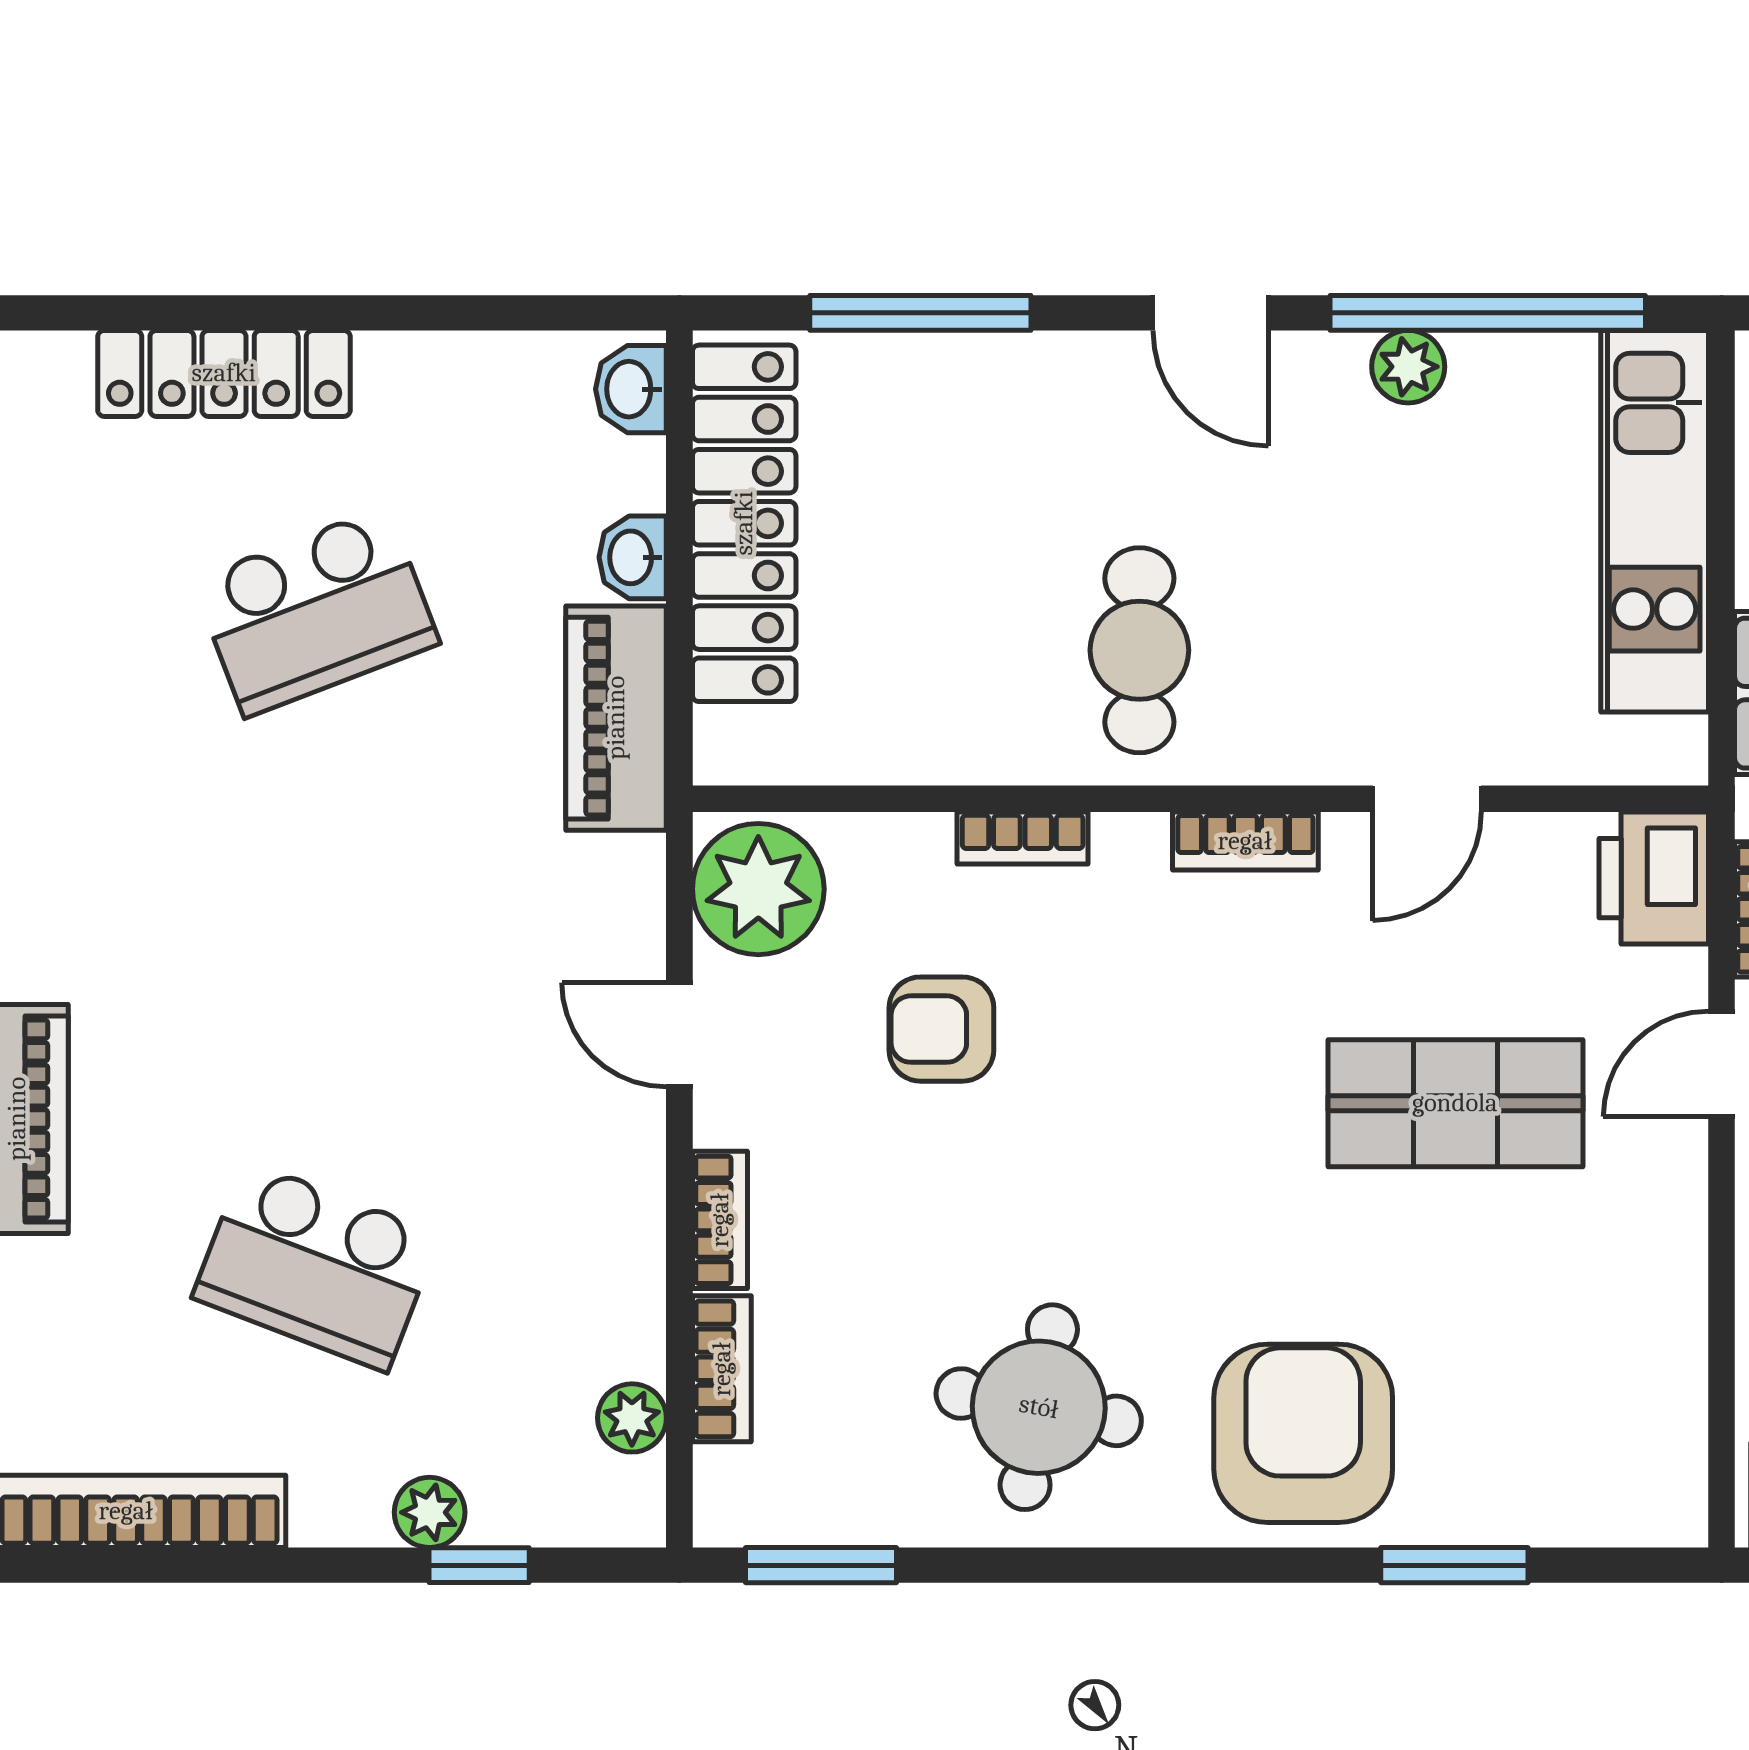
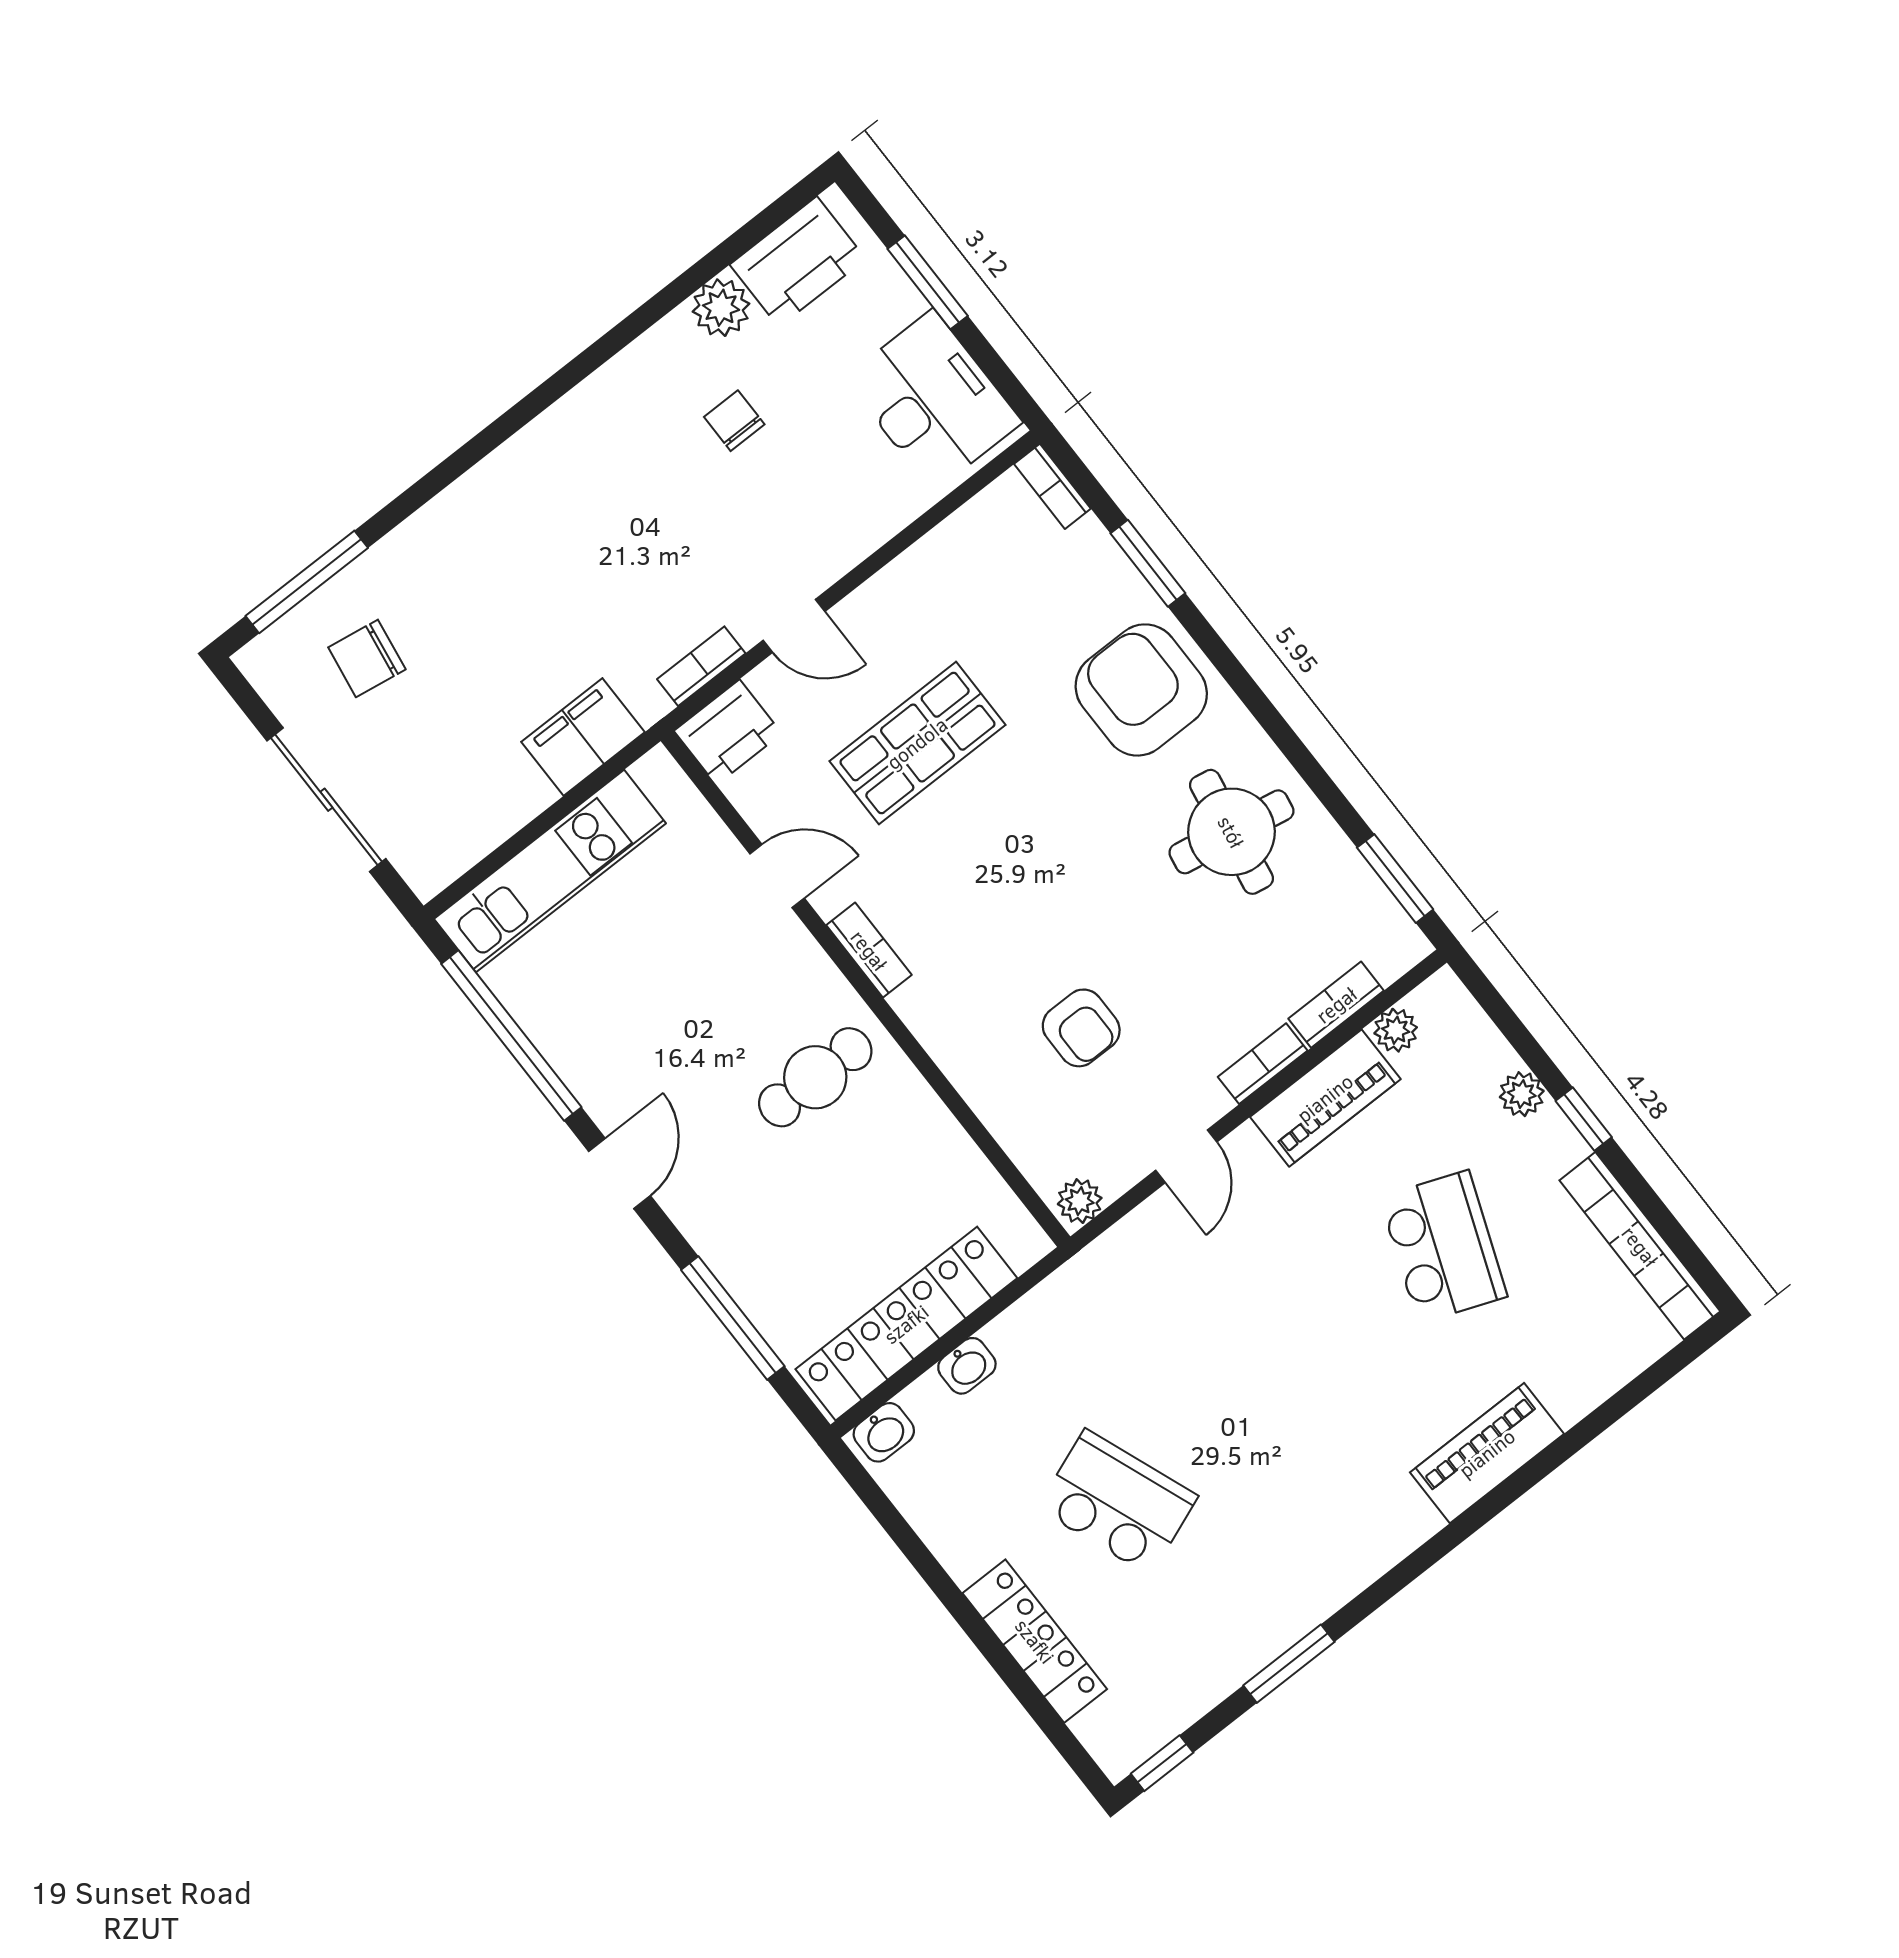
plant: (1408, 367) -> (569, 1054), removed
piano: (616, 718) -> (1325, 1098), moved
bookcase: (1023, 838) -> (1052, 486), moved, turned 180
plant: (758, 889) -> (1080, 1201), width x0.53, depth x0.53
shop shelf: (1455, 1103) -> (917, 743), turned 90
armchair: (1303, 1433) -> (1141, 690), turned 90
window: (479, 1565) -> (1584, 1119), moved

